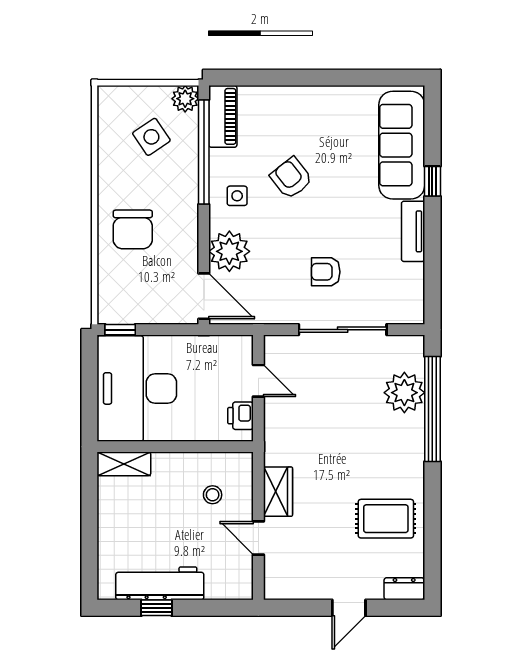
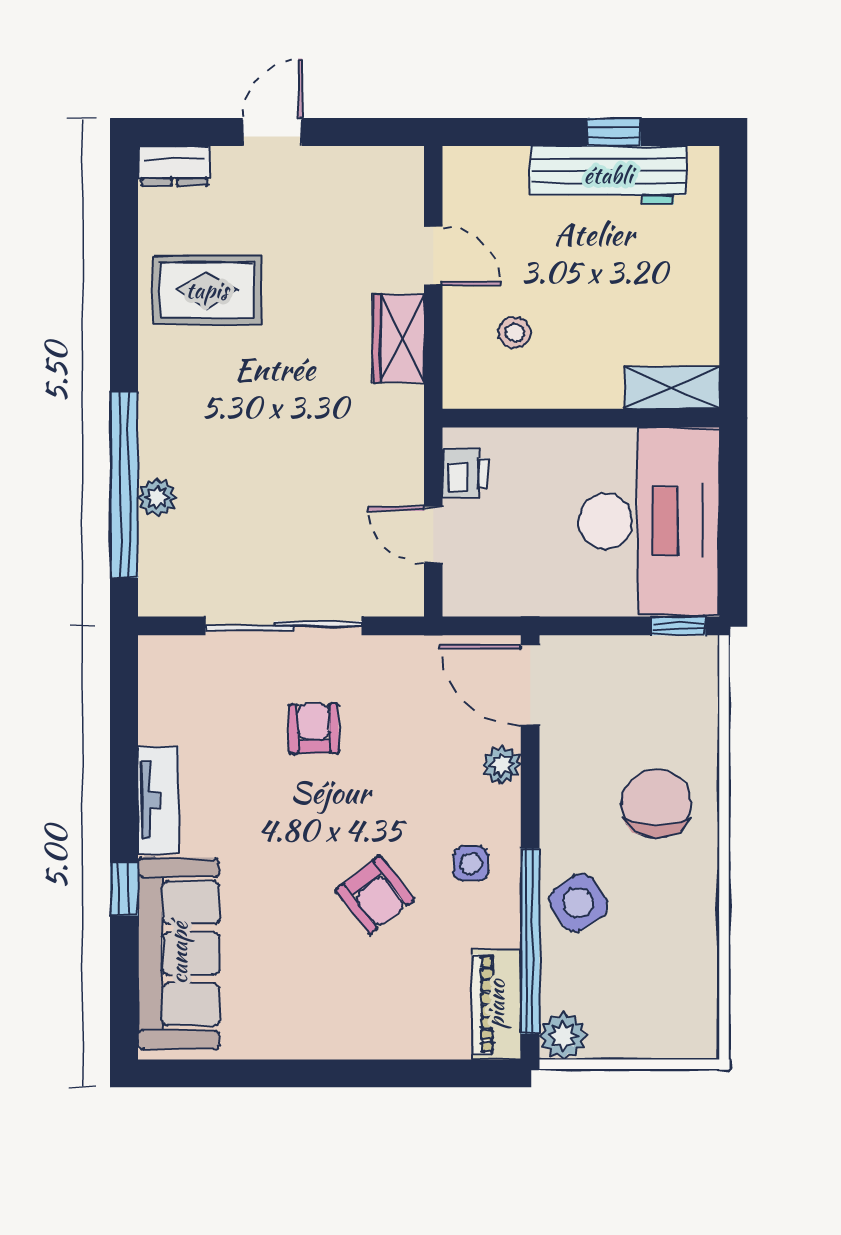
side table: (151, 137) -> (578, 903), moved
plant: (229, 251) -> (502, 765), width x0.53, depth x0.53
armchair: (326, 272) -> (314, 729), turned -91
plant: (404, 393) -> (157, 497), width x0.53, depth x0.53

